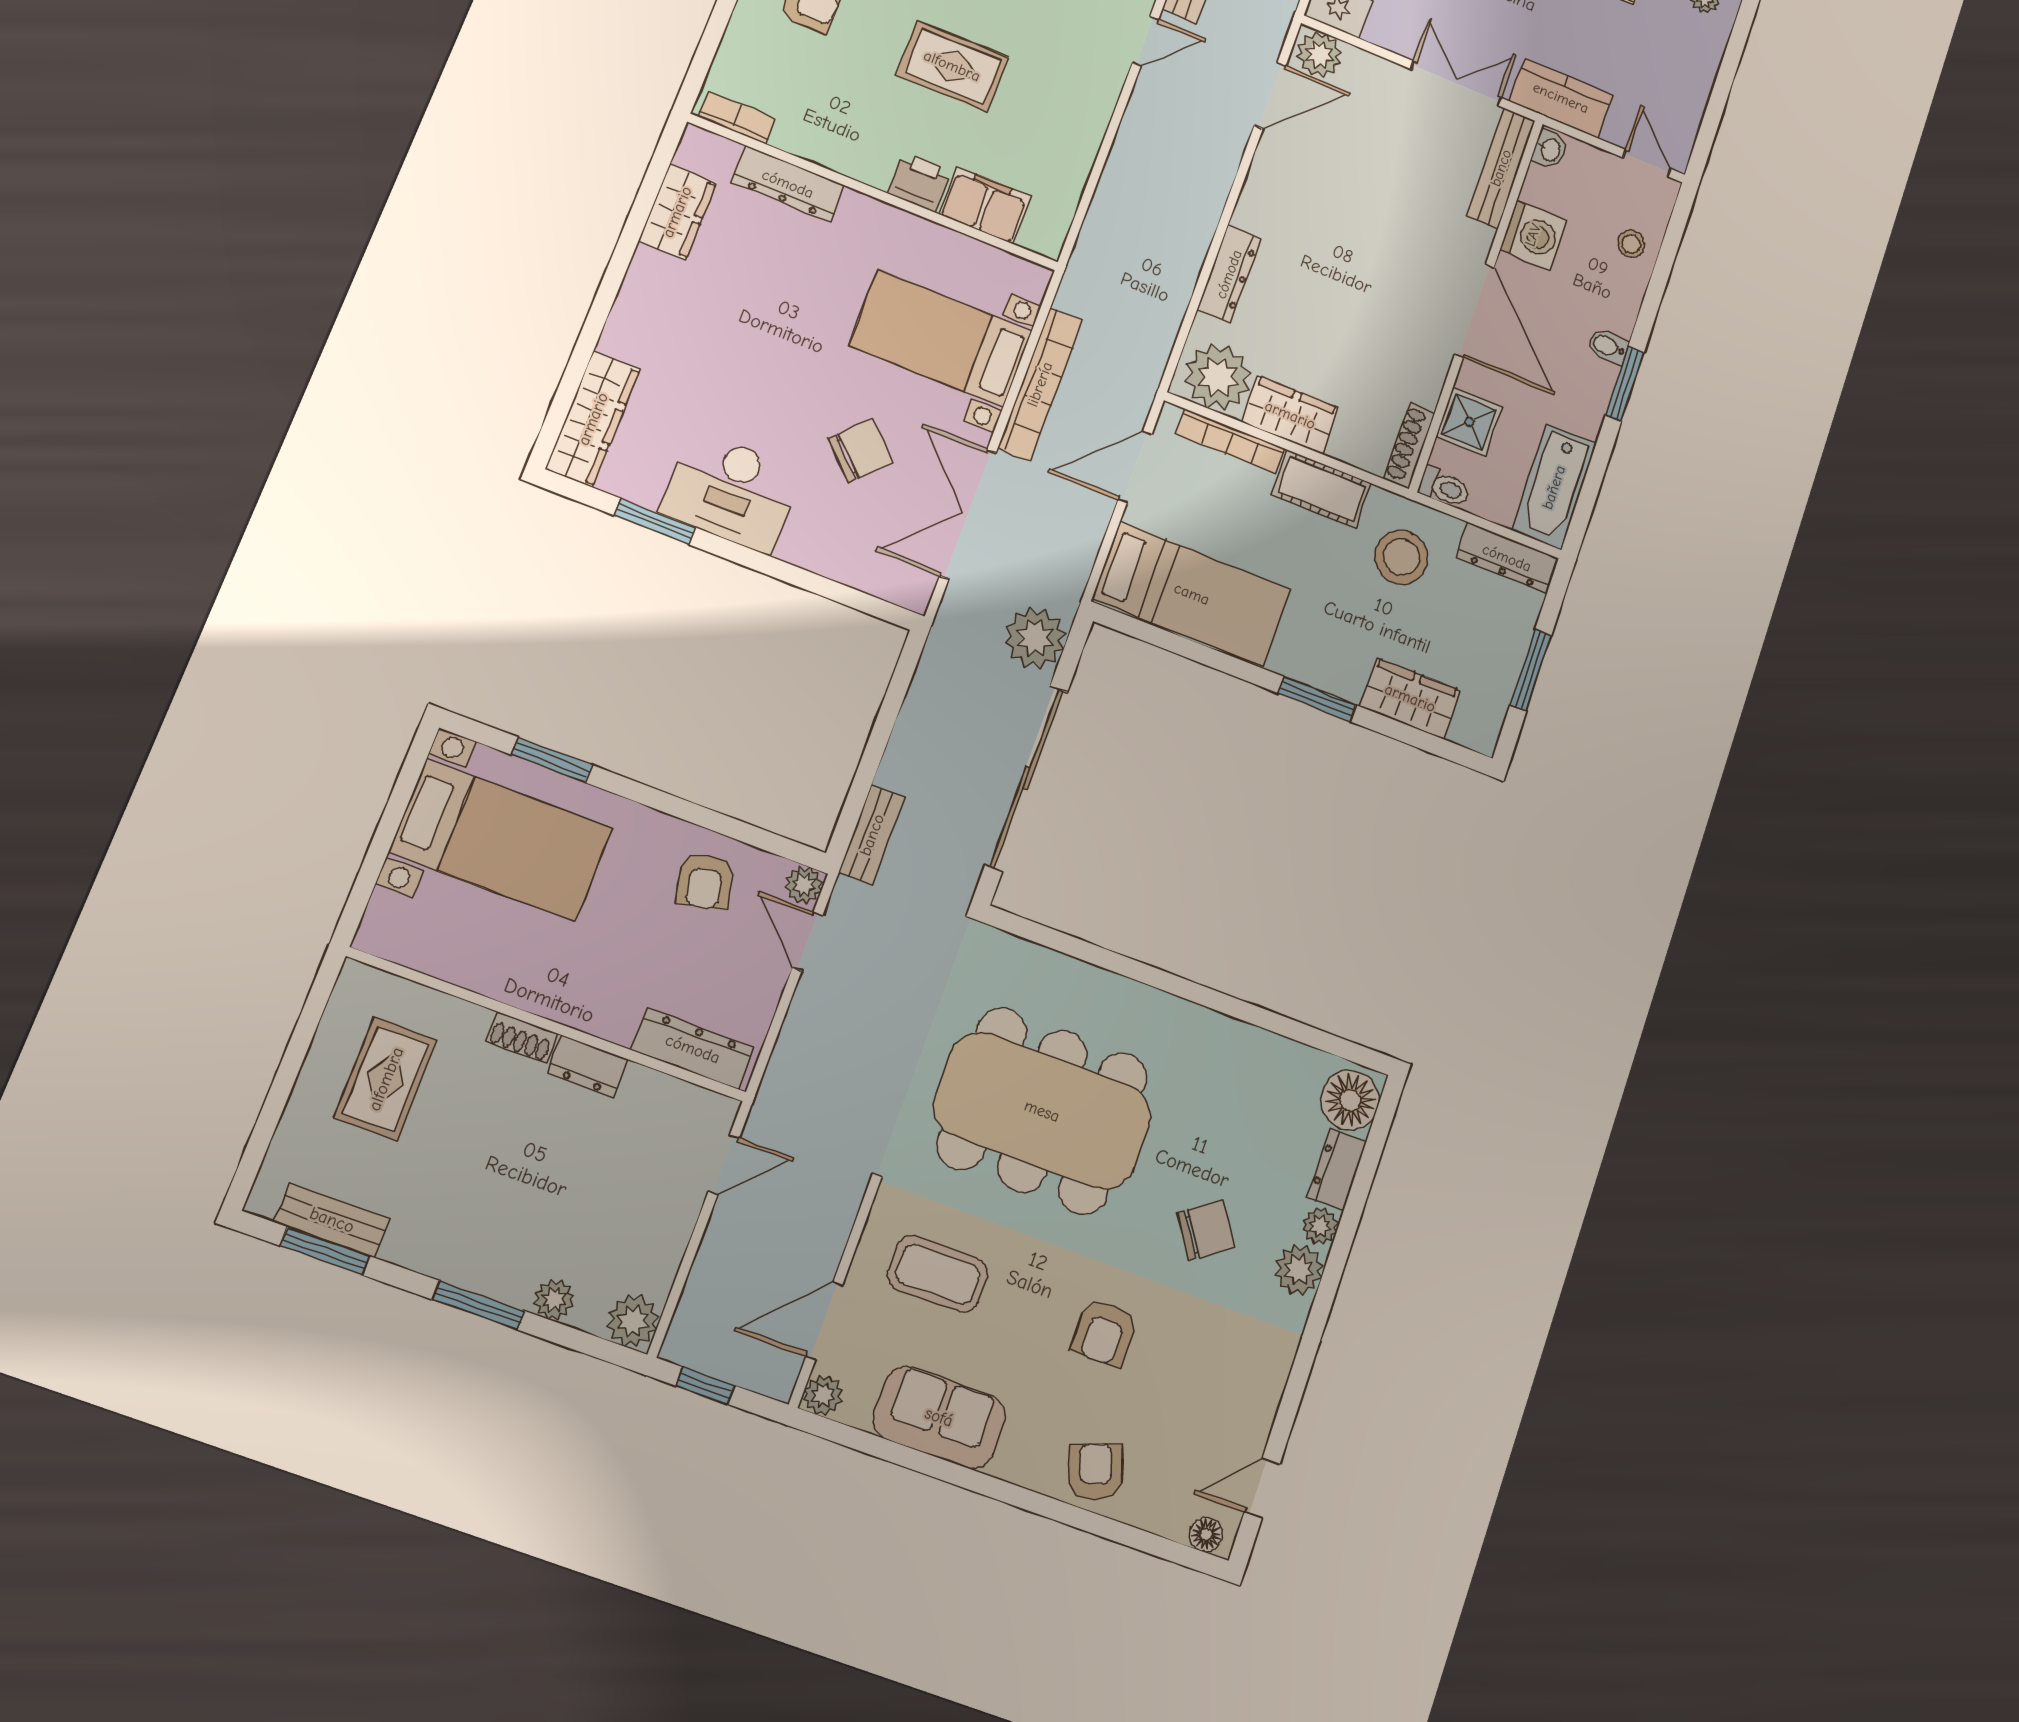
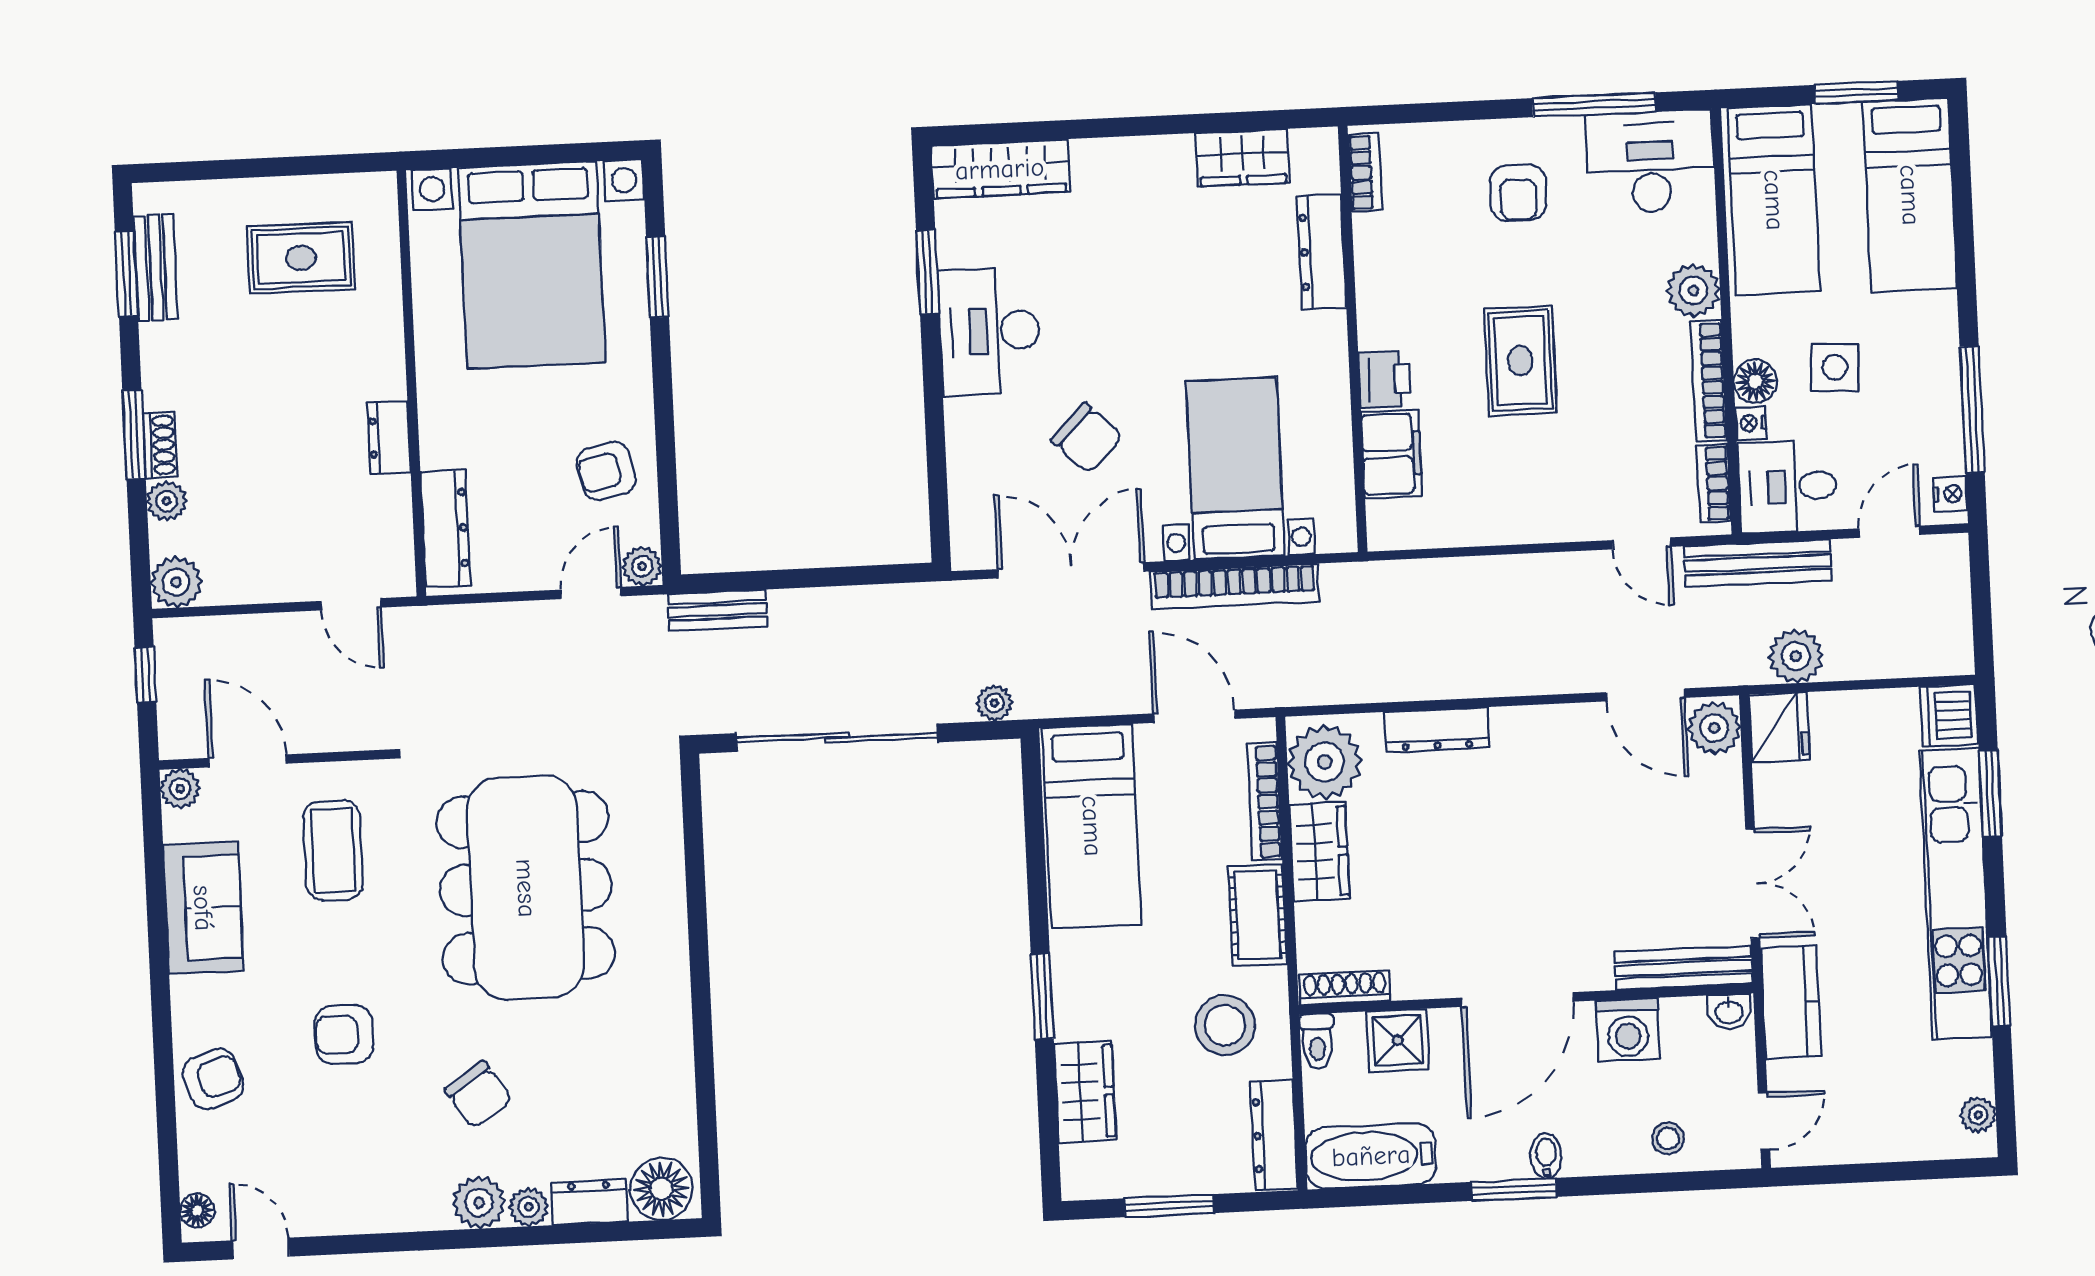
plant: (1035, 638) -> (994, 703), width x0.53, depth x0.53
bed with nightstands: (501, 840) -> (532, 265), width x1.36
shoe rack: (522, 1037) -> (160, 445), moved, turned 180

